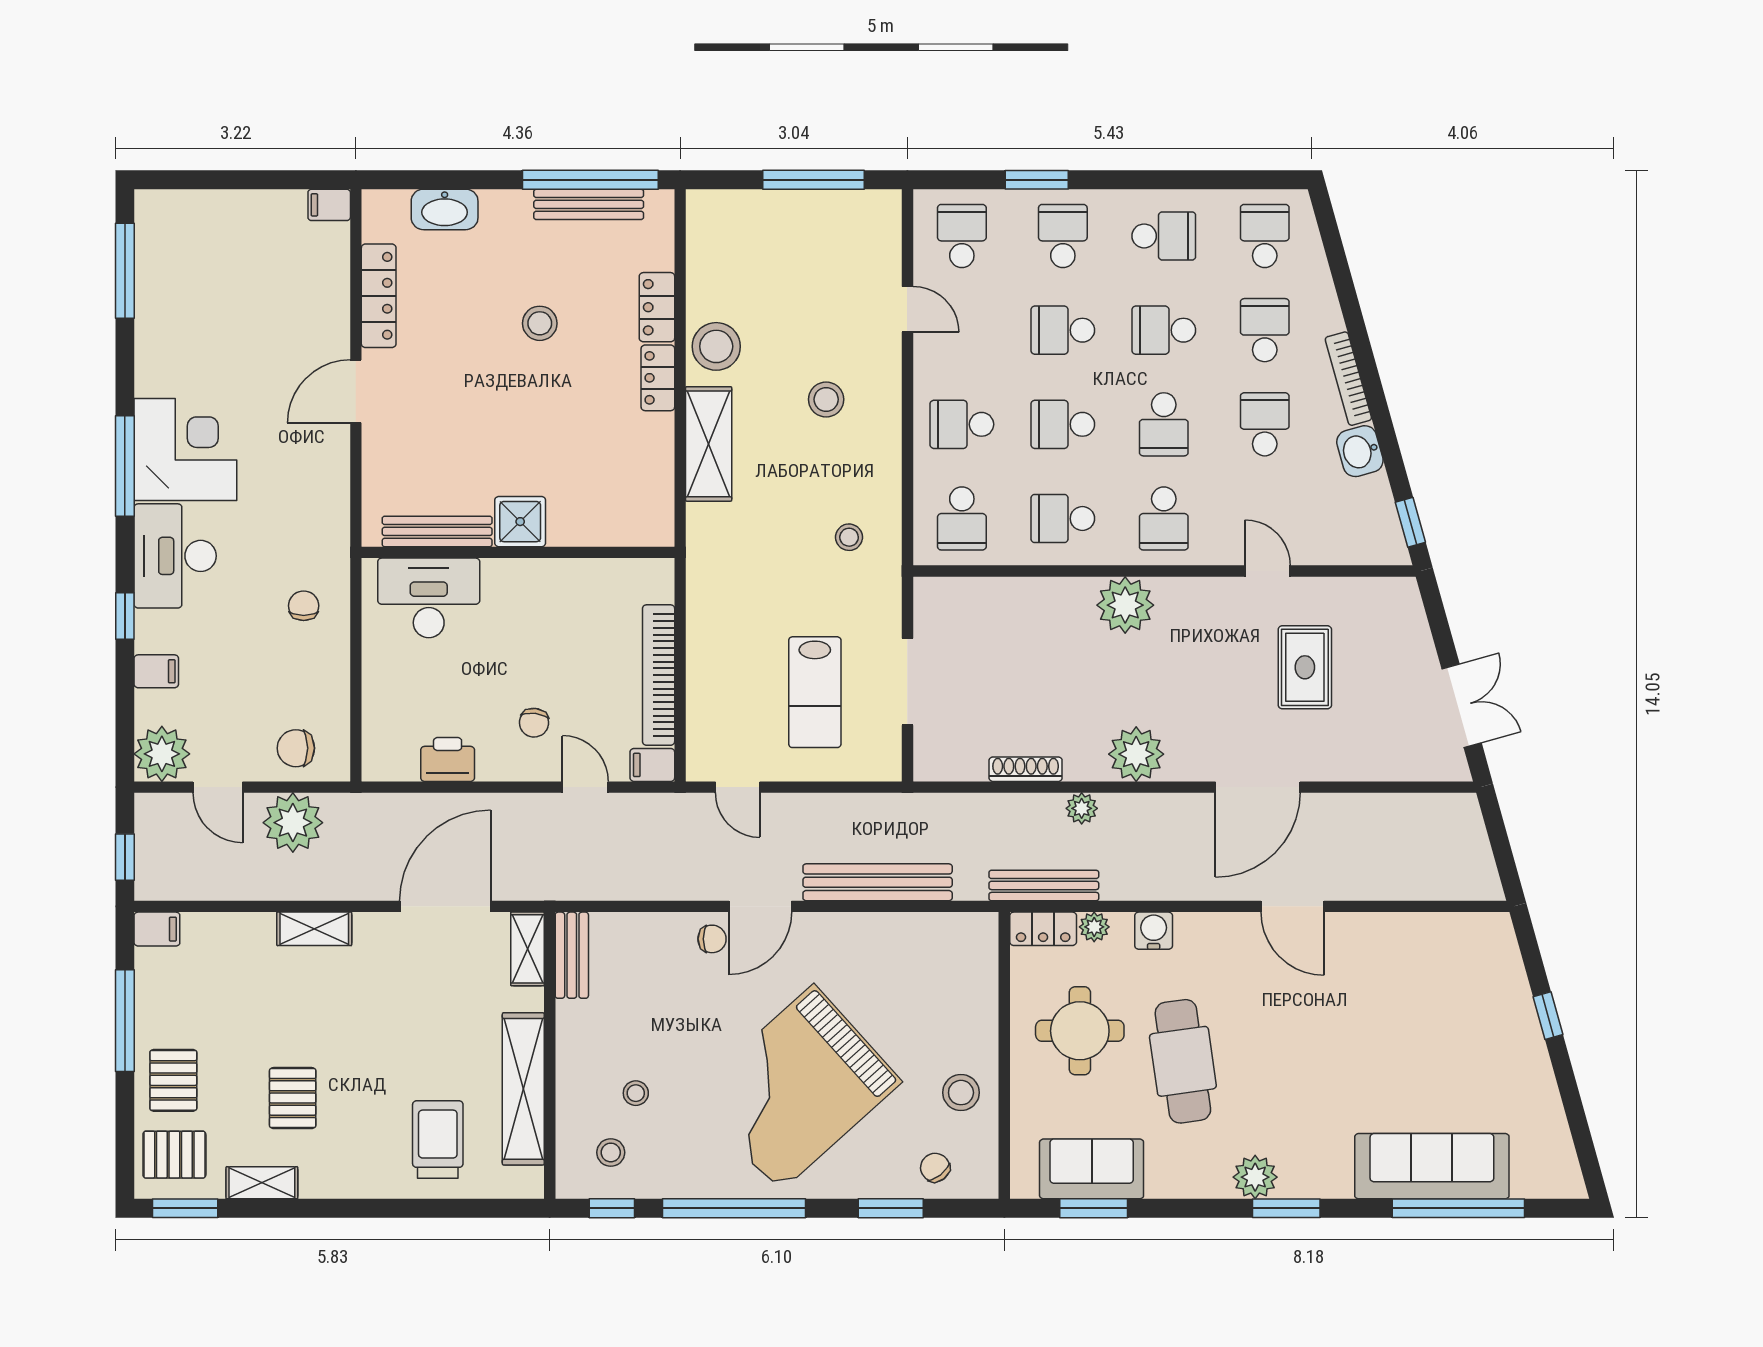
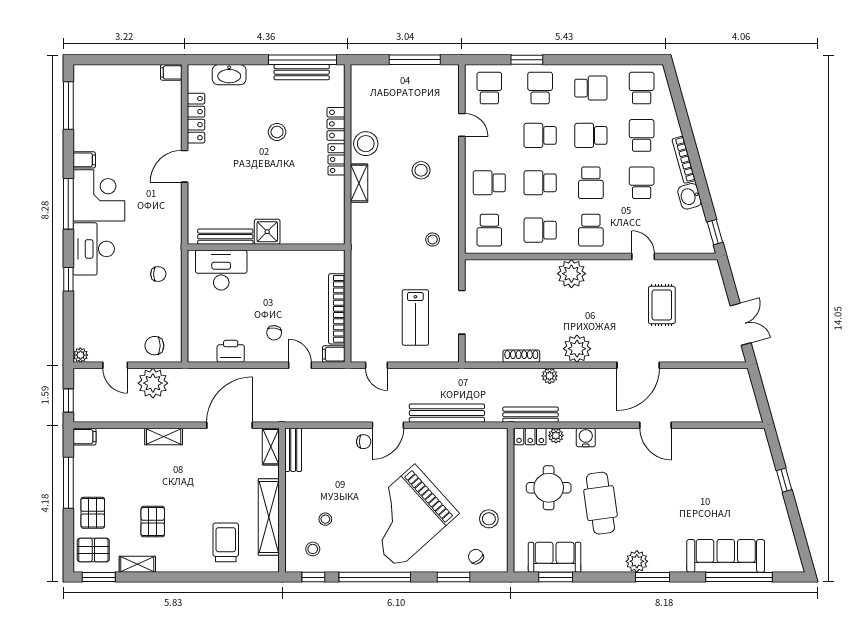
shelving: (709, 444) -> (359, 183), width x0.67, depth x0.75
chair: (304, 606) -> (158, 274), turned 90
filing cabinet: (156, 671) -> (84, 160), moved
plant: (162, 754) -> (80, 355), width x0.53, depth x0.53

